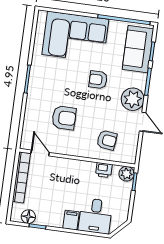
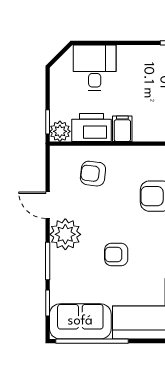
sofa: (138, 49) -> (80, 321), moved, turned -90
armchair: (98, 80) -> (116, 255), turned 180
printer: (104, 170) -> (92, 128), width x1.87, depth x1.48
filing cabinet: (71, 220) -> (122, 129), moved, turned 180

